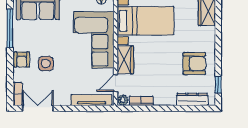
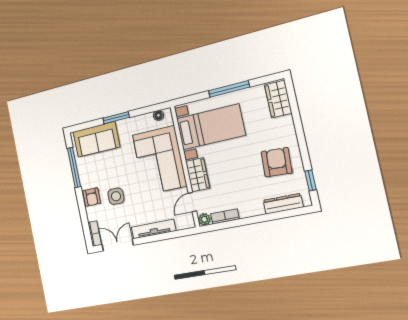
armchair: (194, 64) -> (277, 162), turned -87
tv unit: (91, 100) -> (154, 229), moved

